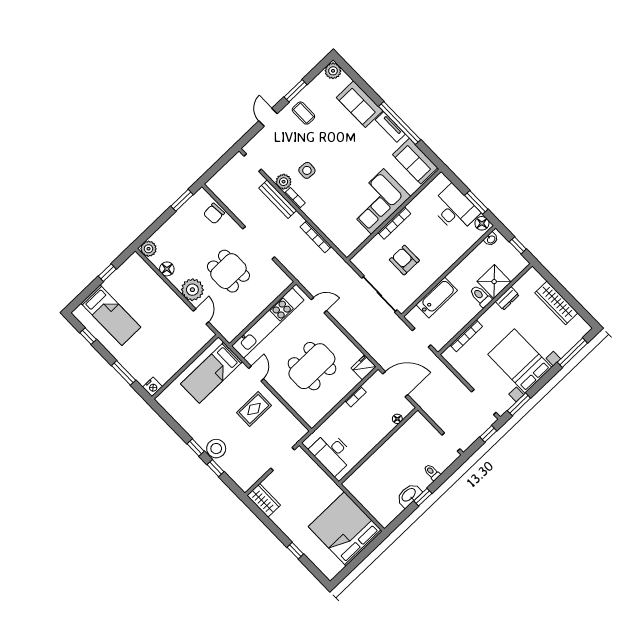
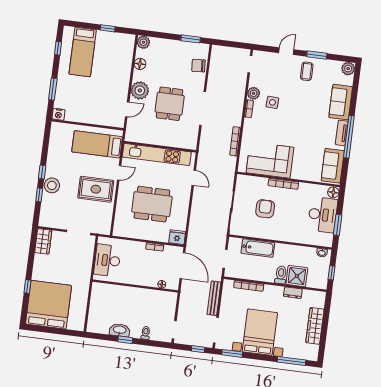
bench: (278, 199) -> (214, 298), moved
corner sofa: (378, 201) -> (270, 160), moved
floor lamp: (482, 223) -> (333, 192), moved
rug: (254, 409) -> (96, 189), width x1.36, depth x1.43
bed: (345, 529) -> (49, 305), moved

